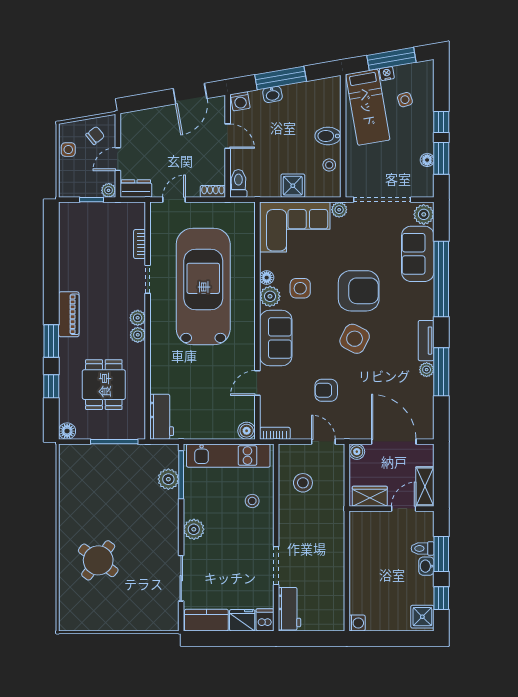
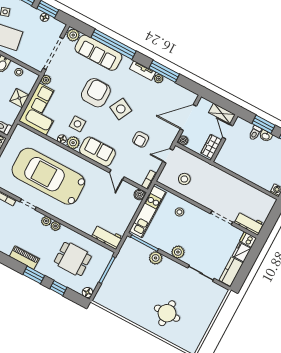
sofa: (418, 254) -> (98, 53), width x1.36
plant: (168, 479) -> (156, 258), moved
round table: (98, 560) -> (167, 313), turned -37

